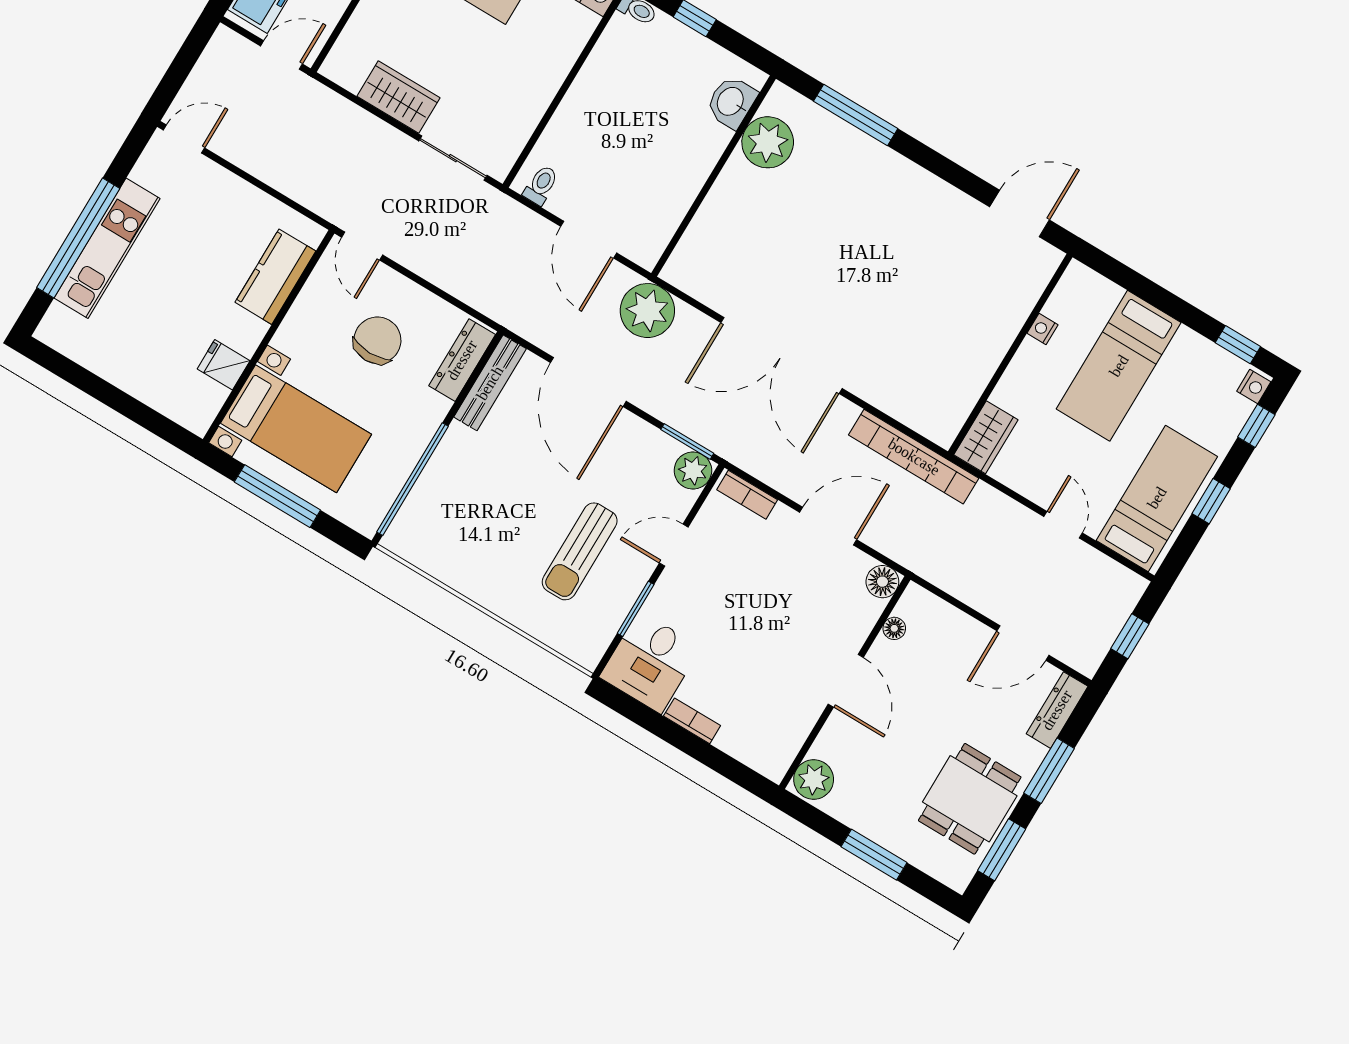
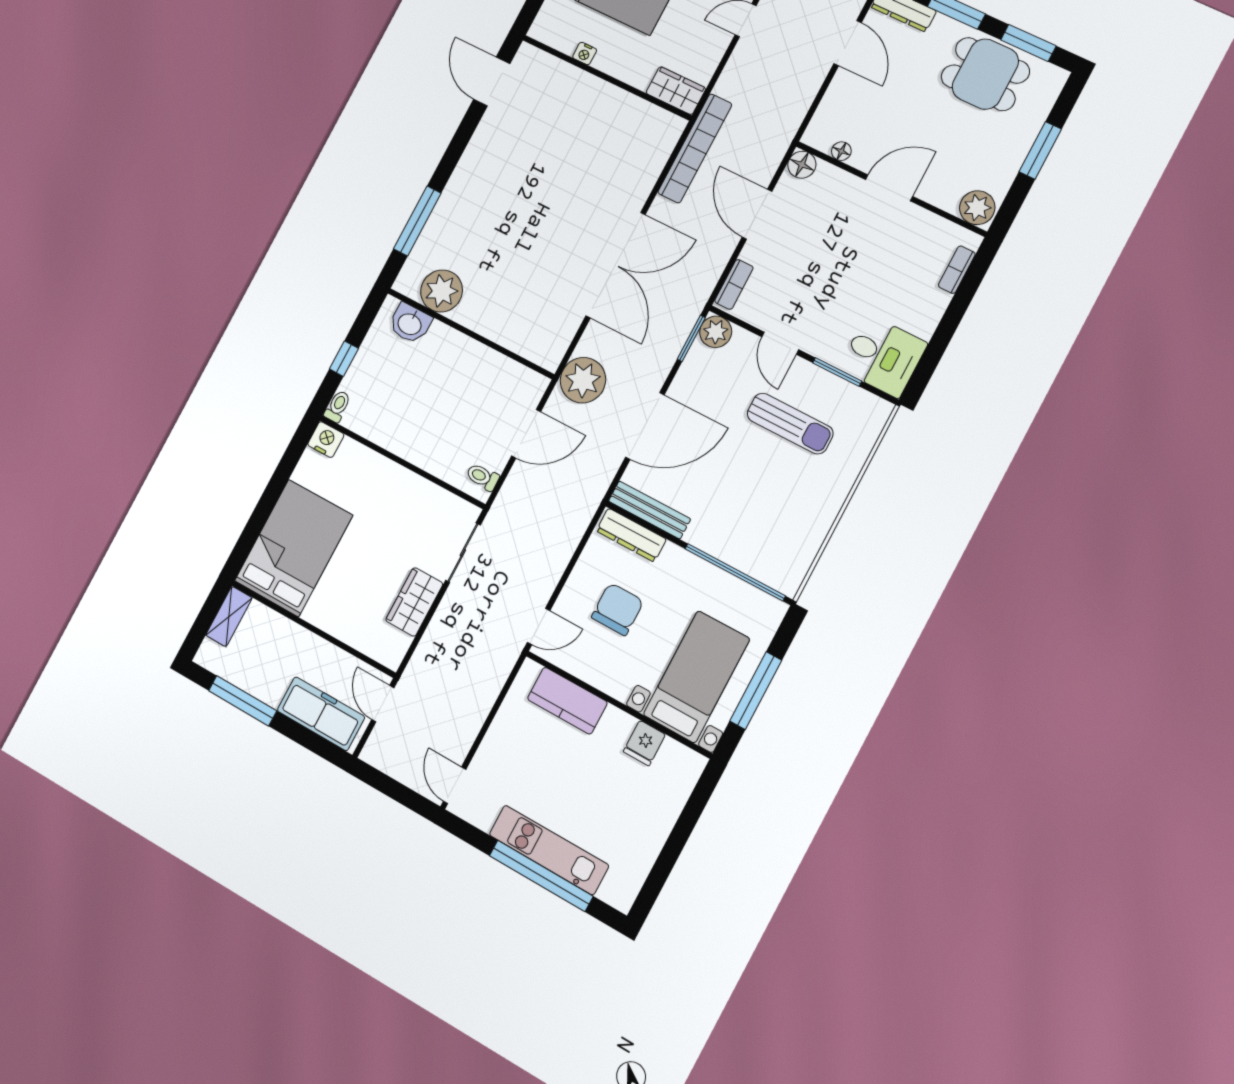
chair: (377, 340) -> (618, 609), turned 90
bookcase: (692, 721) -> (957, 270), moved

